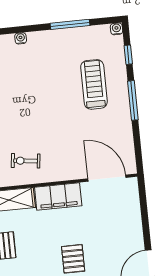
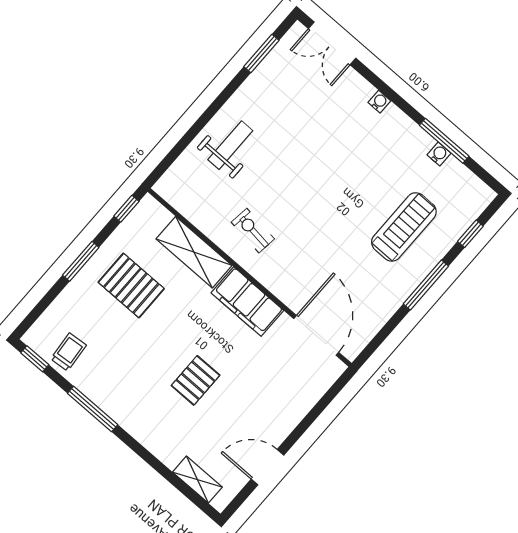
water cooler: (117, 29) -> (439, 154), moved

